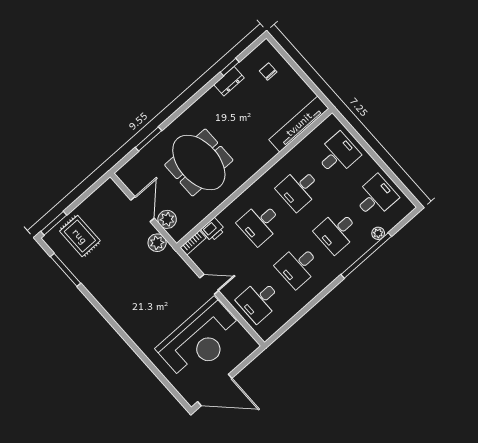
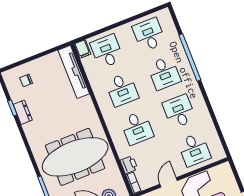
filing cabinet: (330, 124) -> (82, 49), added
meeting table: (199, 162) -> (75, 157), width x1.36
plant: (378, 233) -> (177, 43), removed
desk: (298, 266) -> (179, 111), turned 180

